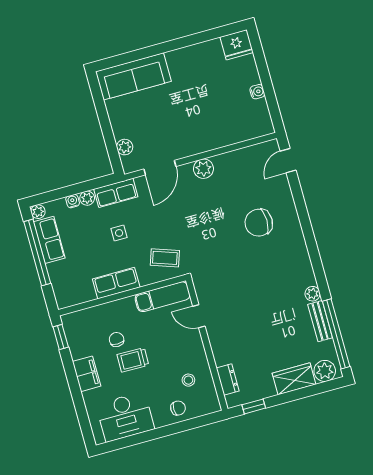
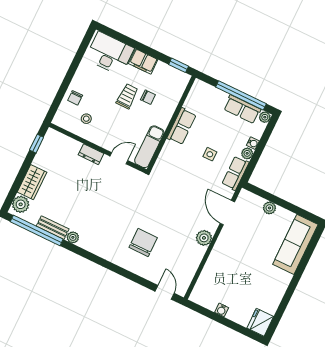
plant: (125, 147) -> (269, 208), moved
coffee table: (165, 258) -> (171, 168), removed
dresser: (228, 380) -> (91, 154), moved
desk: (125, 417) -> (110, 54), moved, turned 90

